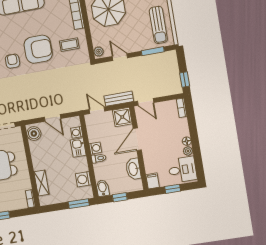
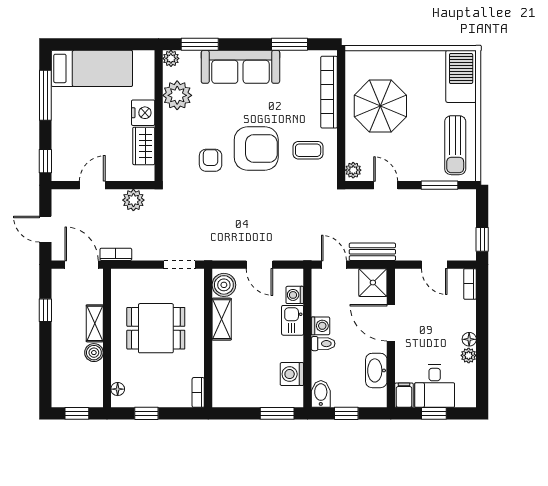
door: (146, 102) -> (434, 265), moved
door: (137, 139) -> (391, 323), hinge flipped
desk: (182, 170) -> (435, 386), moved, turned 90
shelving: (41, 183) -> (222, 319), moved

